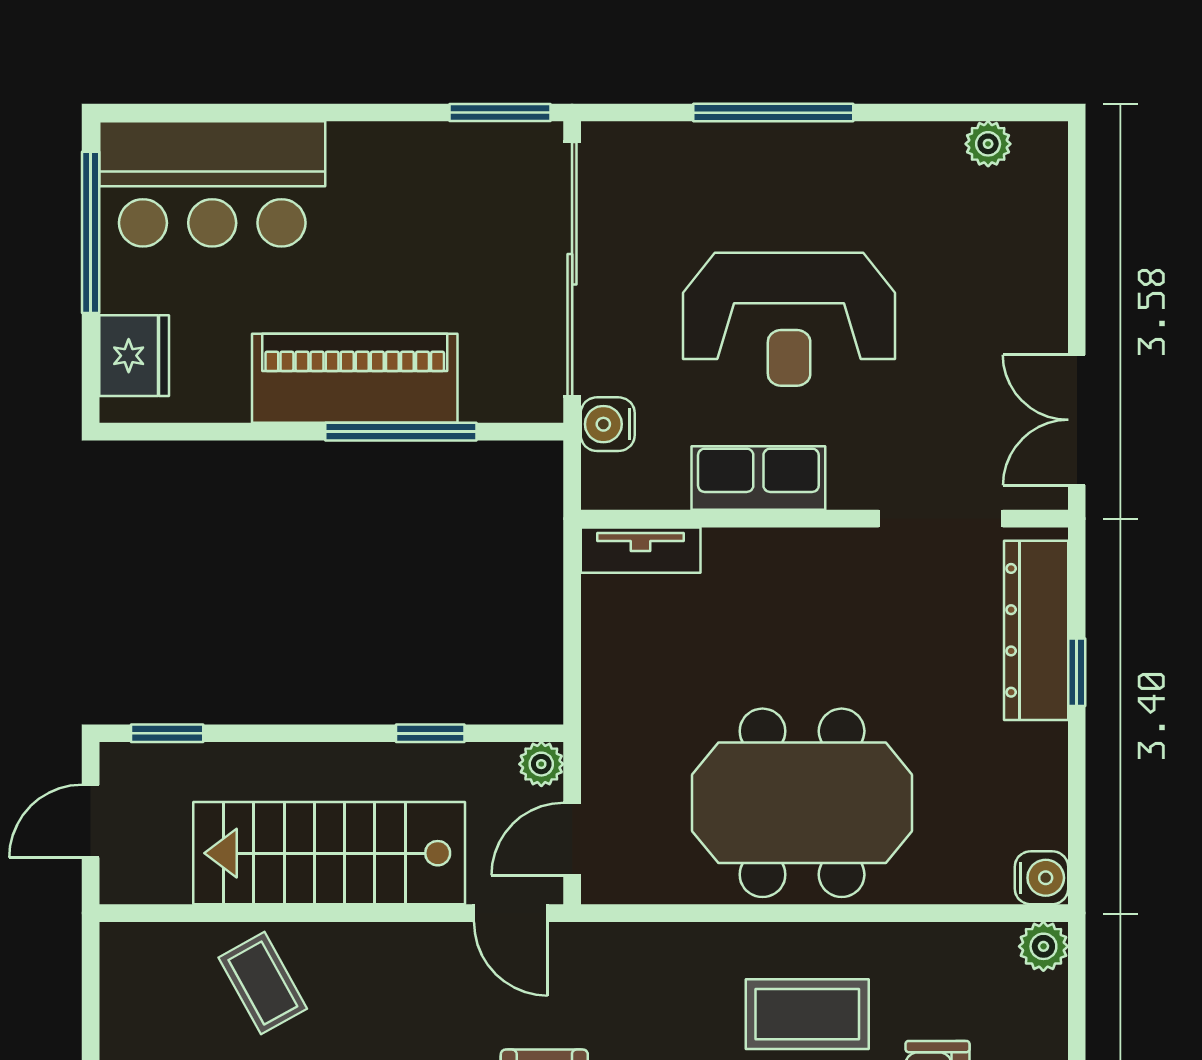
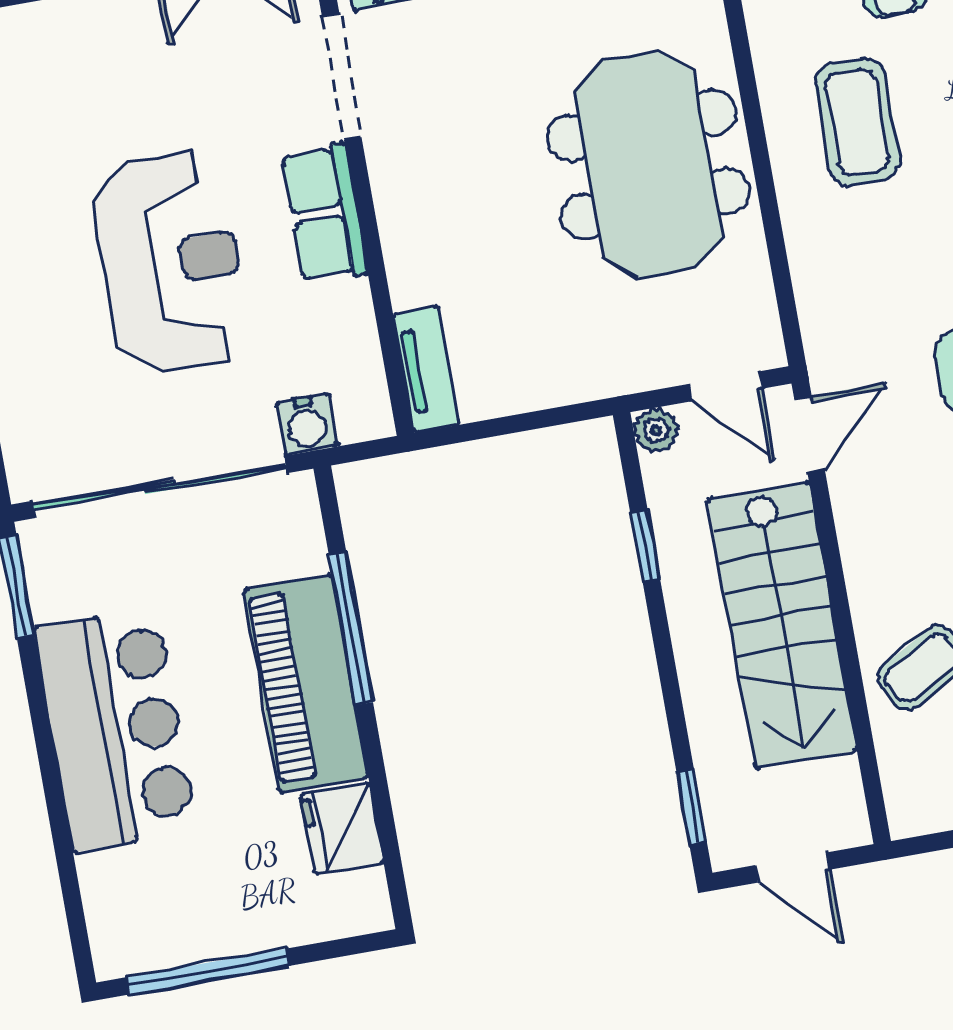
bar counter: (212, 184) -> (115, 730), moved
fridge: (134, 356) -> (342, 829), moved, turned -90
row of seats: (758, 478) -> (324, 213), moved

